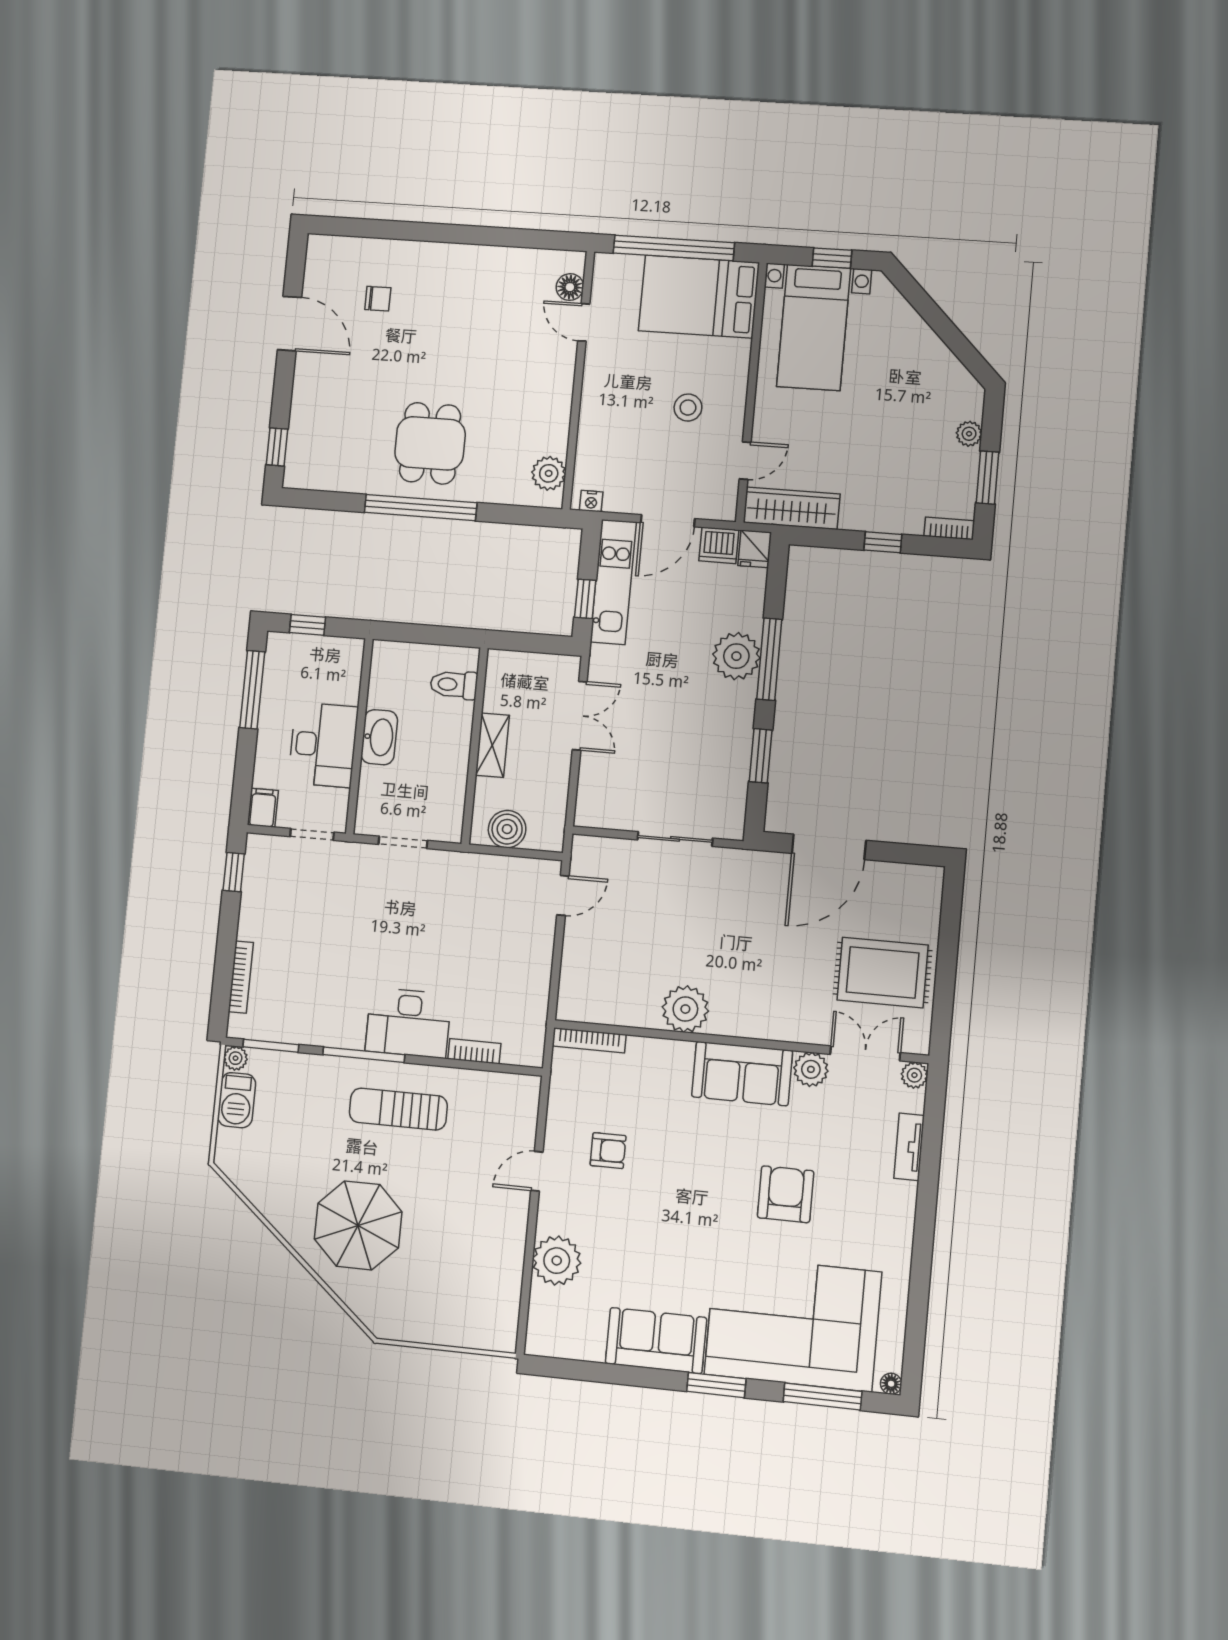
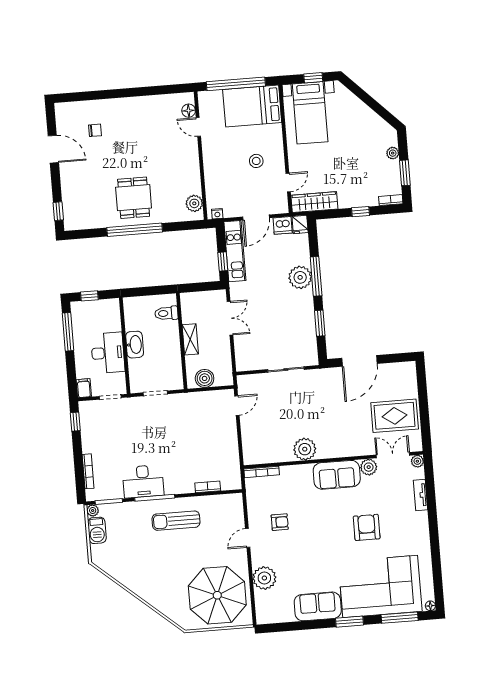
desk: (408, 1023) -> (143, 481), moved
parasol: (358, 1225) -> (217, 595), moved, width x1.36, depth x1.36

